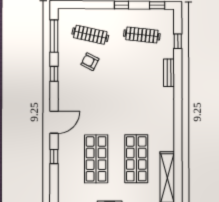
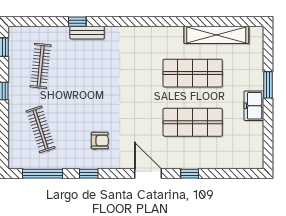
clothes rail: (90, 35) -> (41, 129), turned -30
window: (178, 41) -> (77, 22), moved
armchair: (90, 62) -> (100, 141), moved, turned -117

